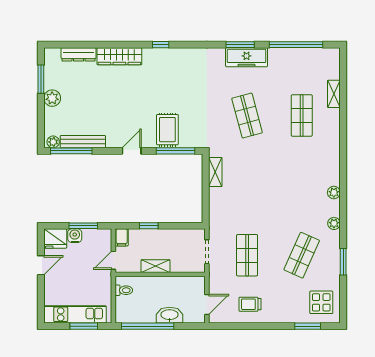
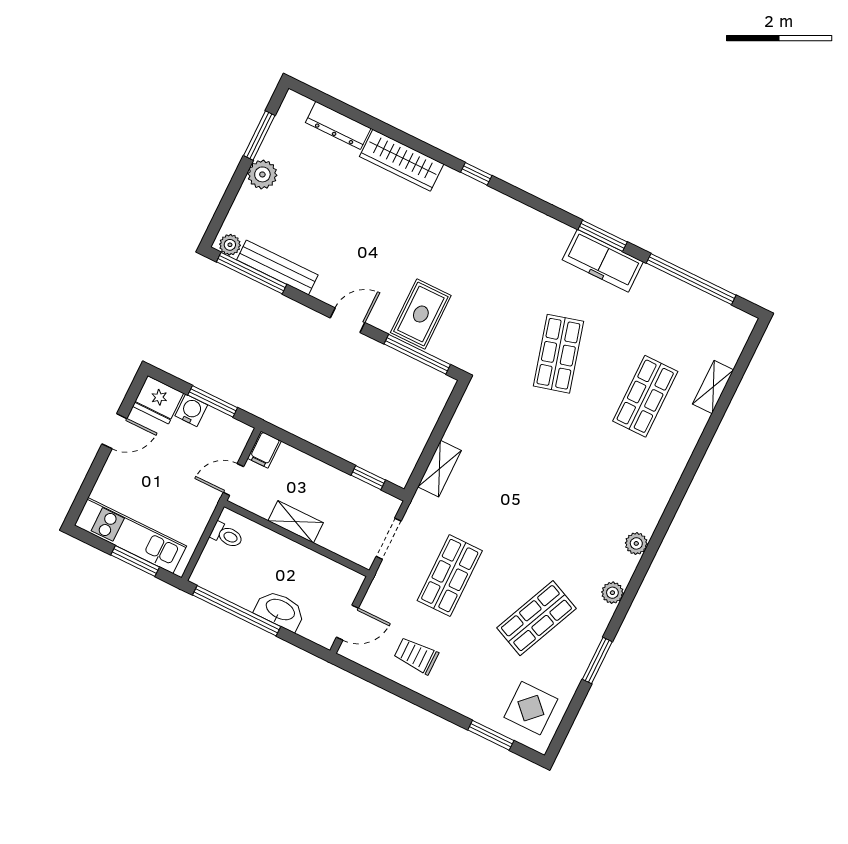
shelving: (215, 172) -> (439, 469), moved
window: (149, 226) -> (368, 478), moved

